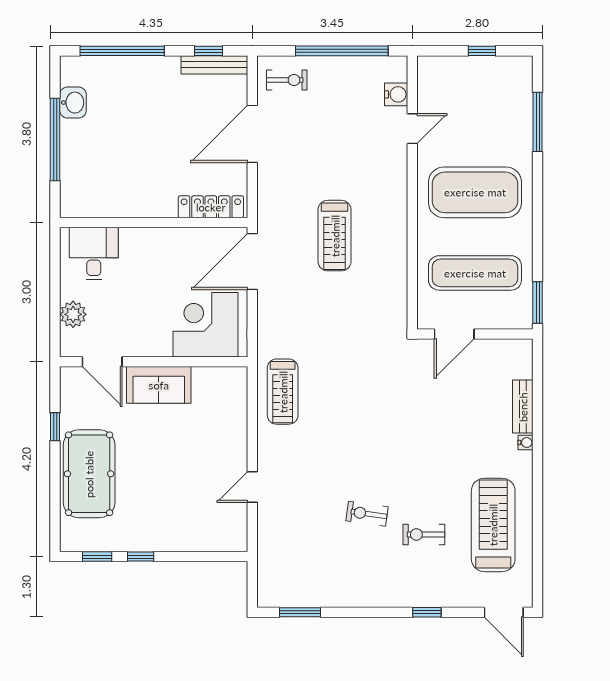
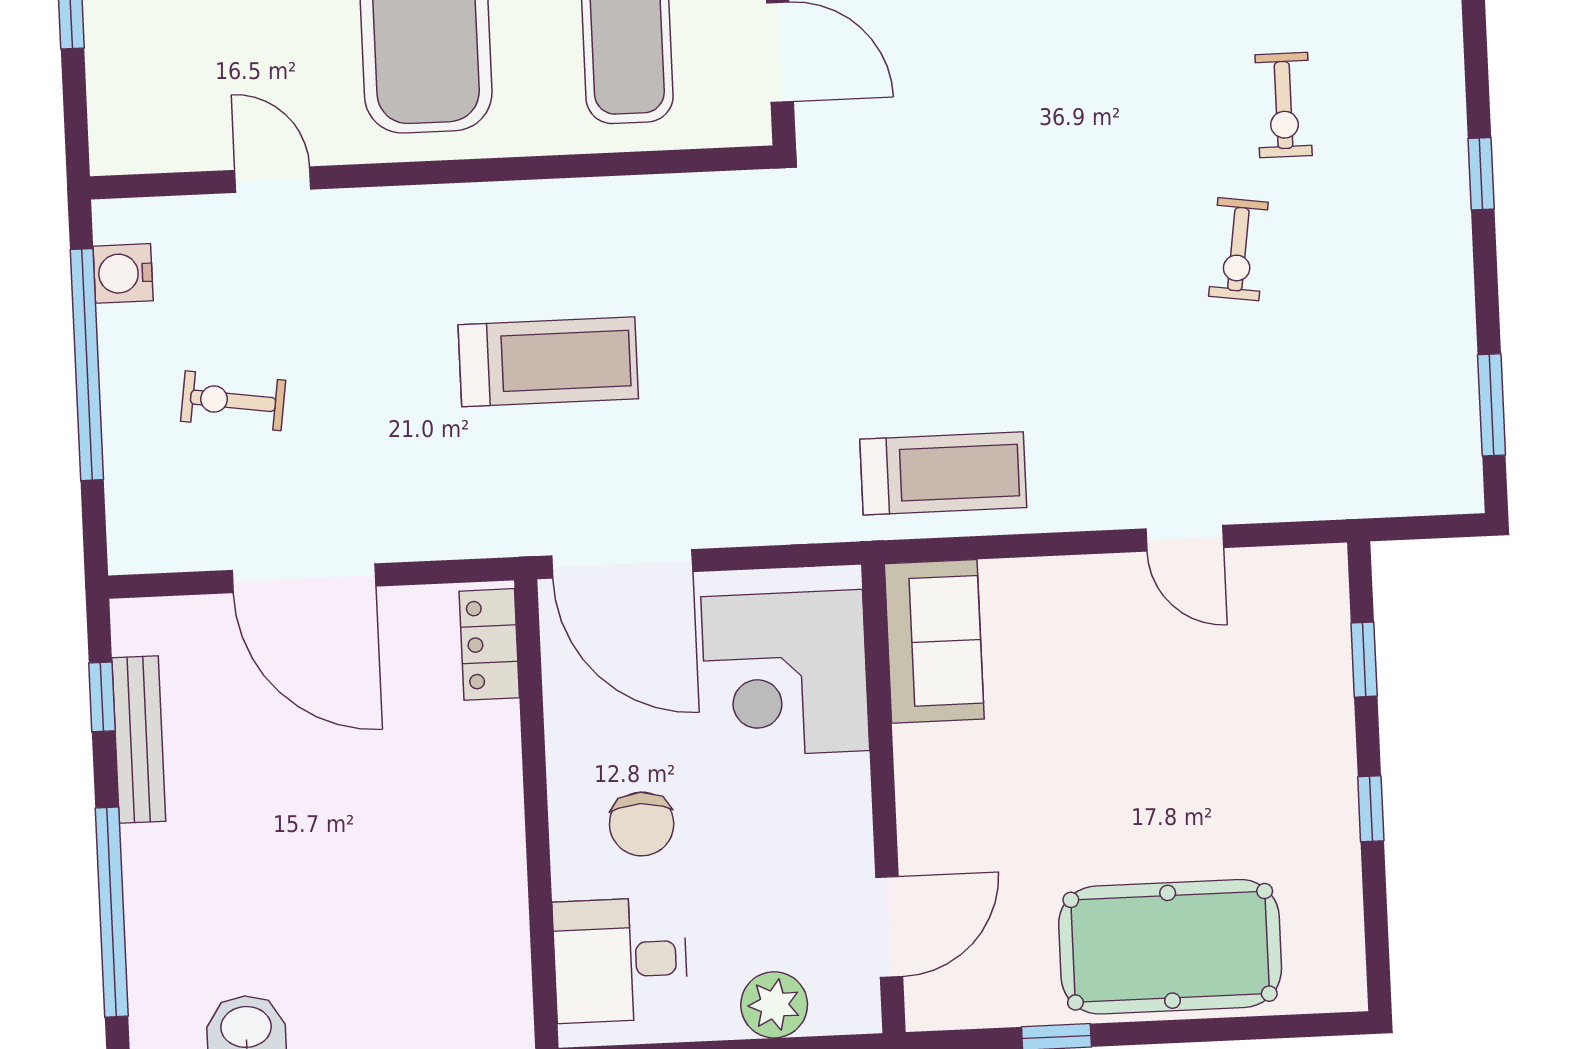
bench: (214, 65) -> (139, 739), moved
exercise bike: (287, 80) -> (233, 401), moved, turned -82
water cooler: (396, 94) -> (123, 273), moved, turned -90
locker: (211, 207) -> (489, 644), width x0.66
chair: (148, 265) -> (642, 824), added
sofa: (159, 385) -> (934, 641), moved
window: (97, 557) -> (1364, 660), moved
window: (427, 612) -> (1481, 174), moved

